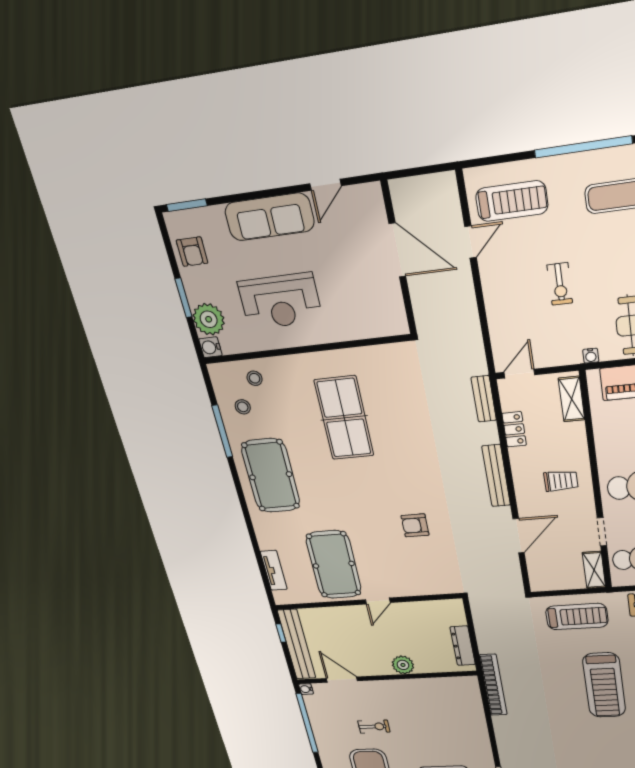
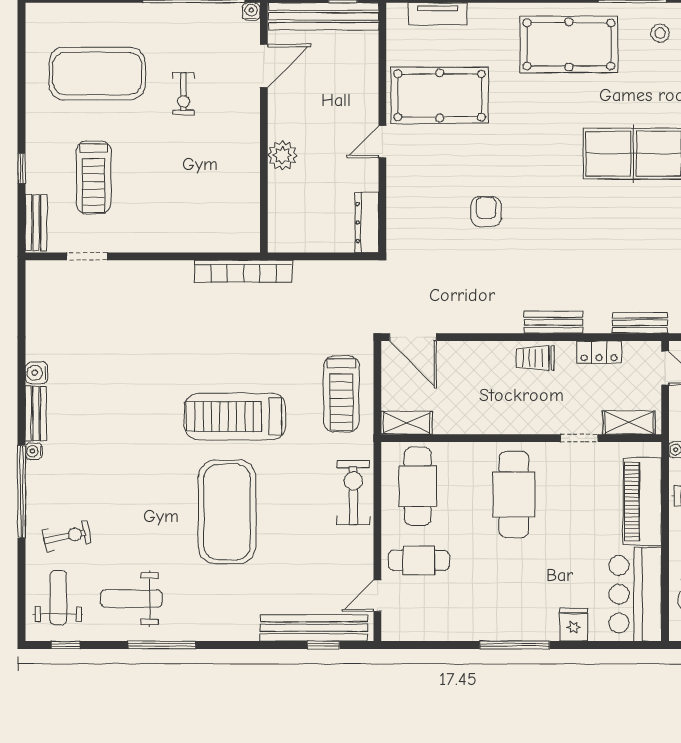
bench: (496, 476) -> (554, 322), width x0.73
trolley: (561, 481) -> (535, 358), moved, turned 90
doorway: (602, 532) -> (579, 438), moved
door: (519, 536) -> (413, 337), moved
door: (378, 601) -> (382, 142), hinge flipped
dresser: (463, 646) -> (367, 222), moved, turned -90

